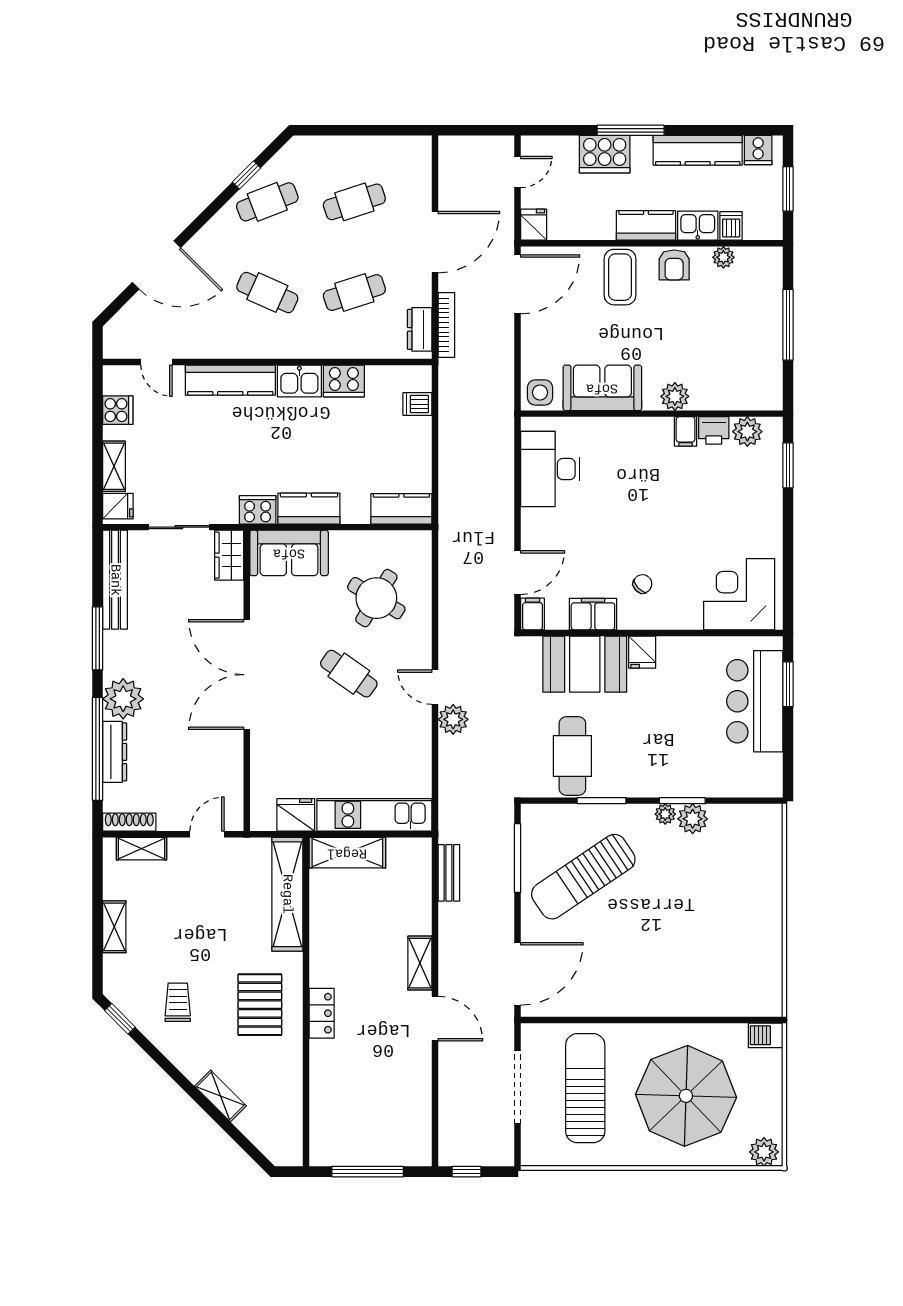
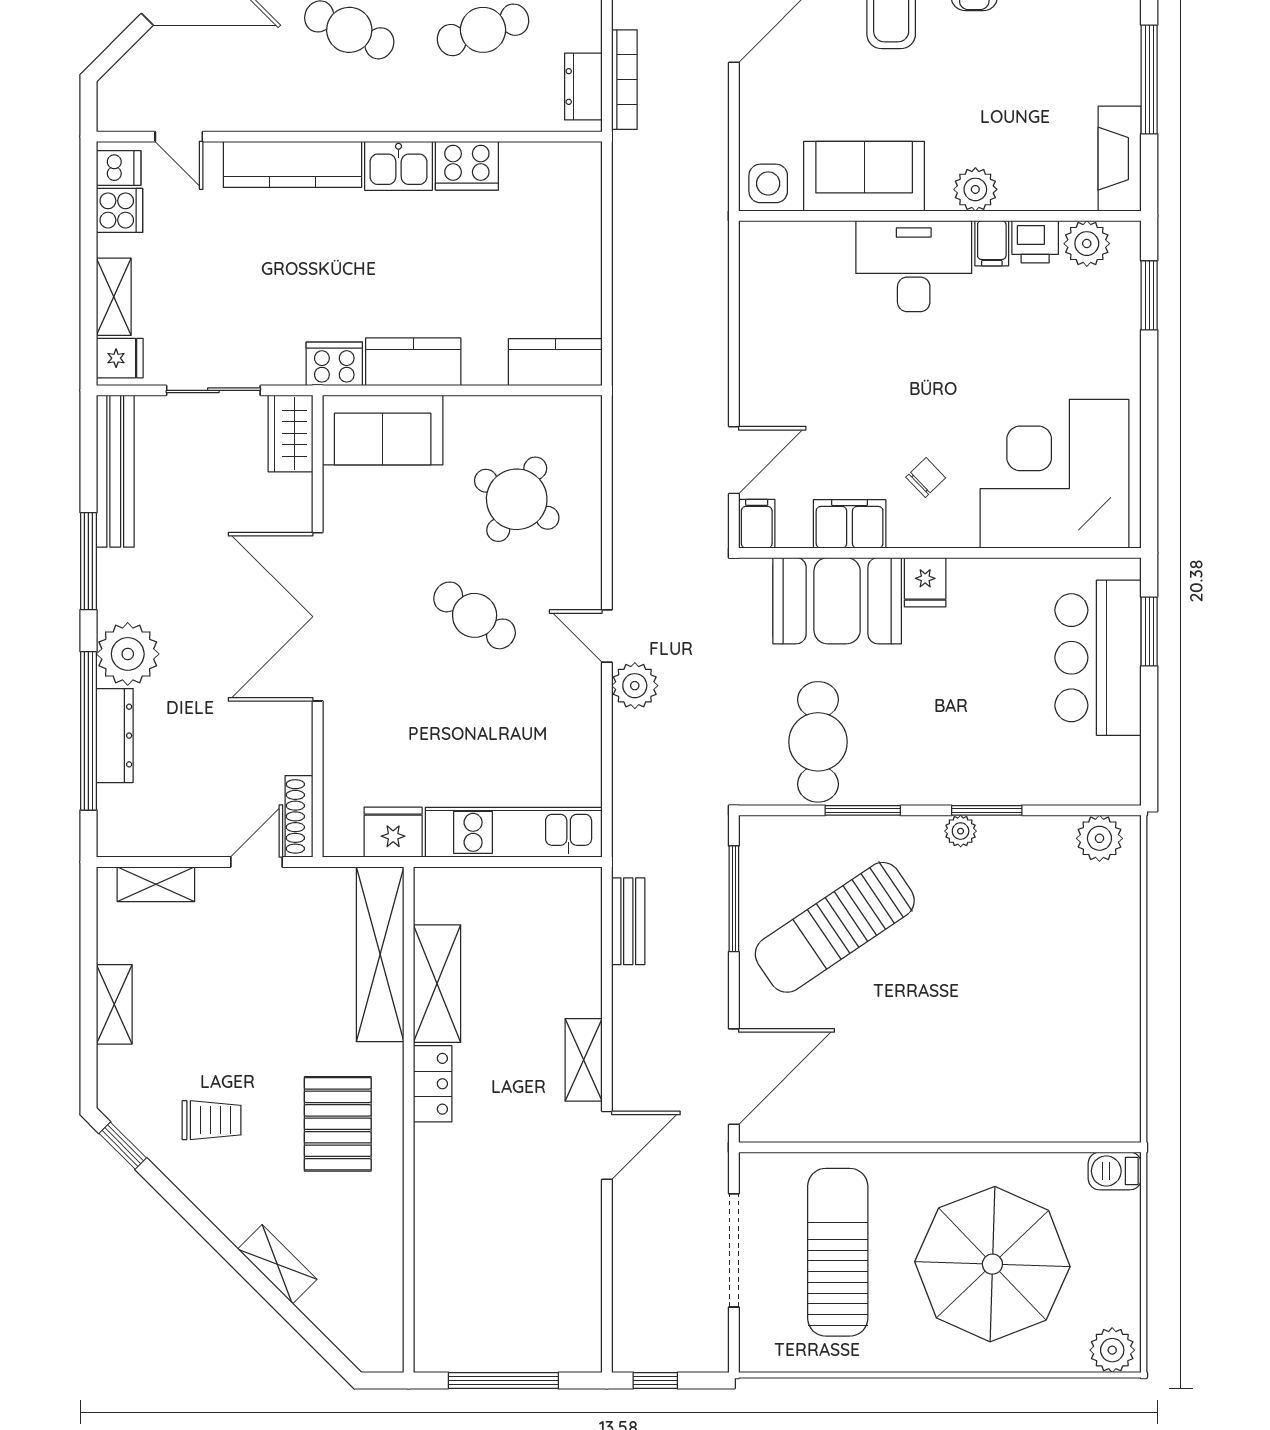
fireplace: (769, 376) -> (1120, 159), added
dishwasher: (417, 404) -> (119, 168), moved, turned 180
desk: (550, 469) -> (914, 266), moved, turned 90
corner desk: (739, 594) -> (1054, 474), width x1.36, depth x1.36
plant: (693, 819) -> (1099, 838), moved
shoe rack: (129, 822) -> (299, 816), moved, turned -90
shelving: (347, 853) -> (437, 984), moved, turned 90
trolley: (178, 1002) -> (212, 1120), turned 90
locker: (322, 1013) -> (433, 1084), moved
door: (435, 1019) -> (607, 1145), hinge flipped

